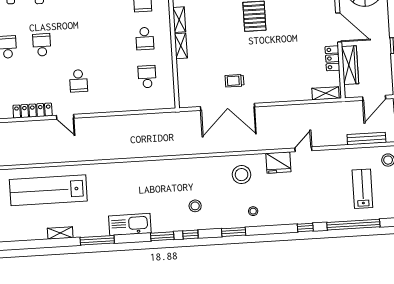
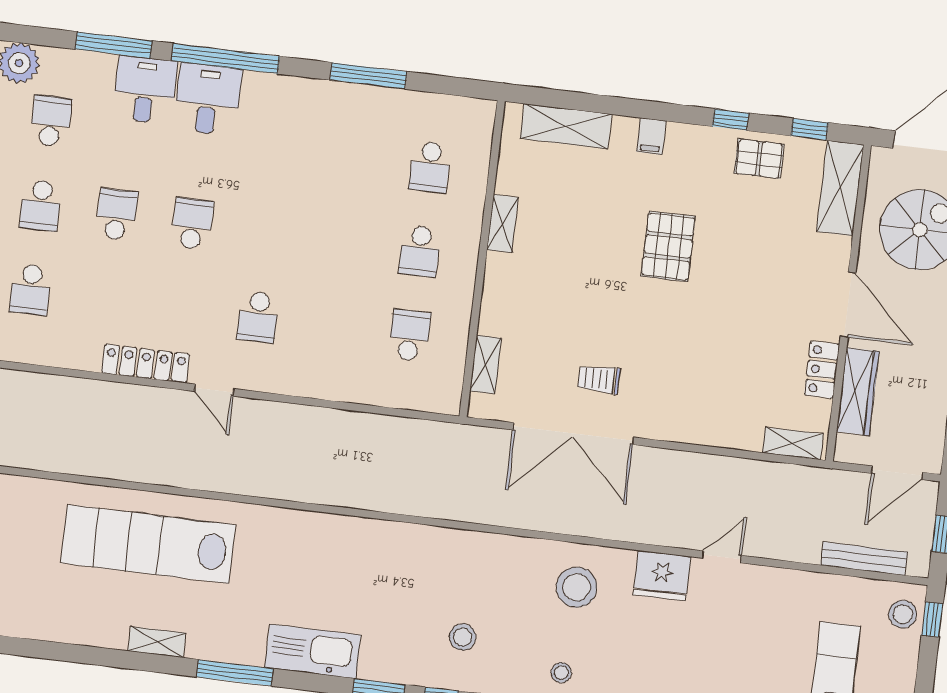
shelving: (181, 46) -> (486, 365), moved
stool: (253, 211) -> (561, 673), moved

